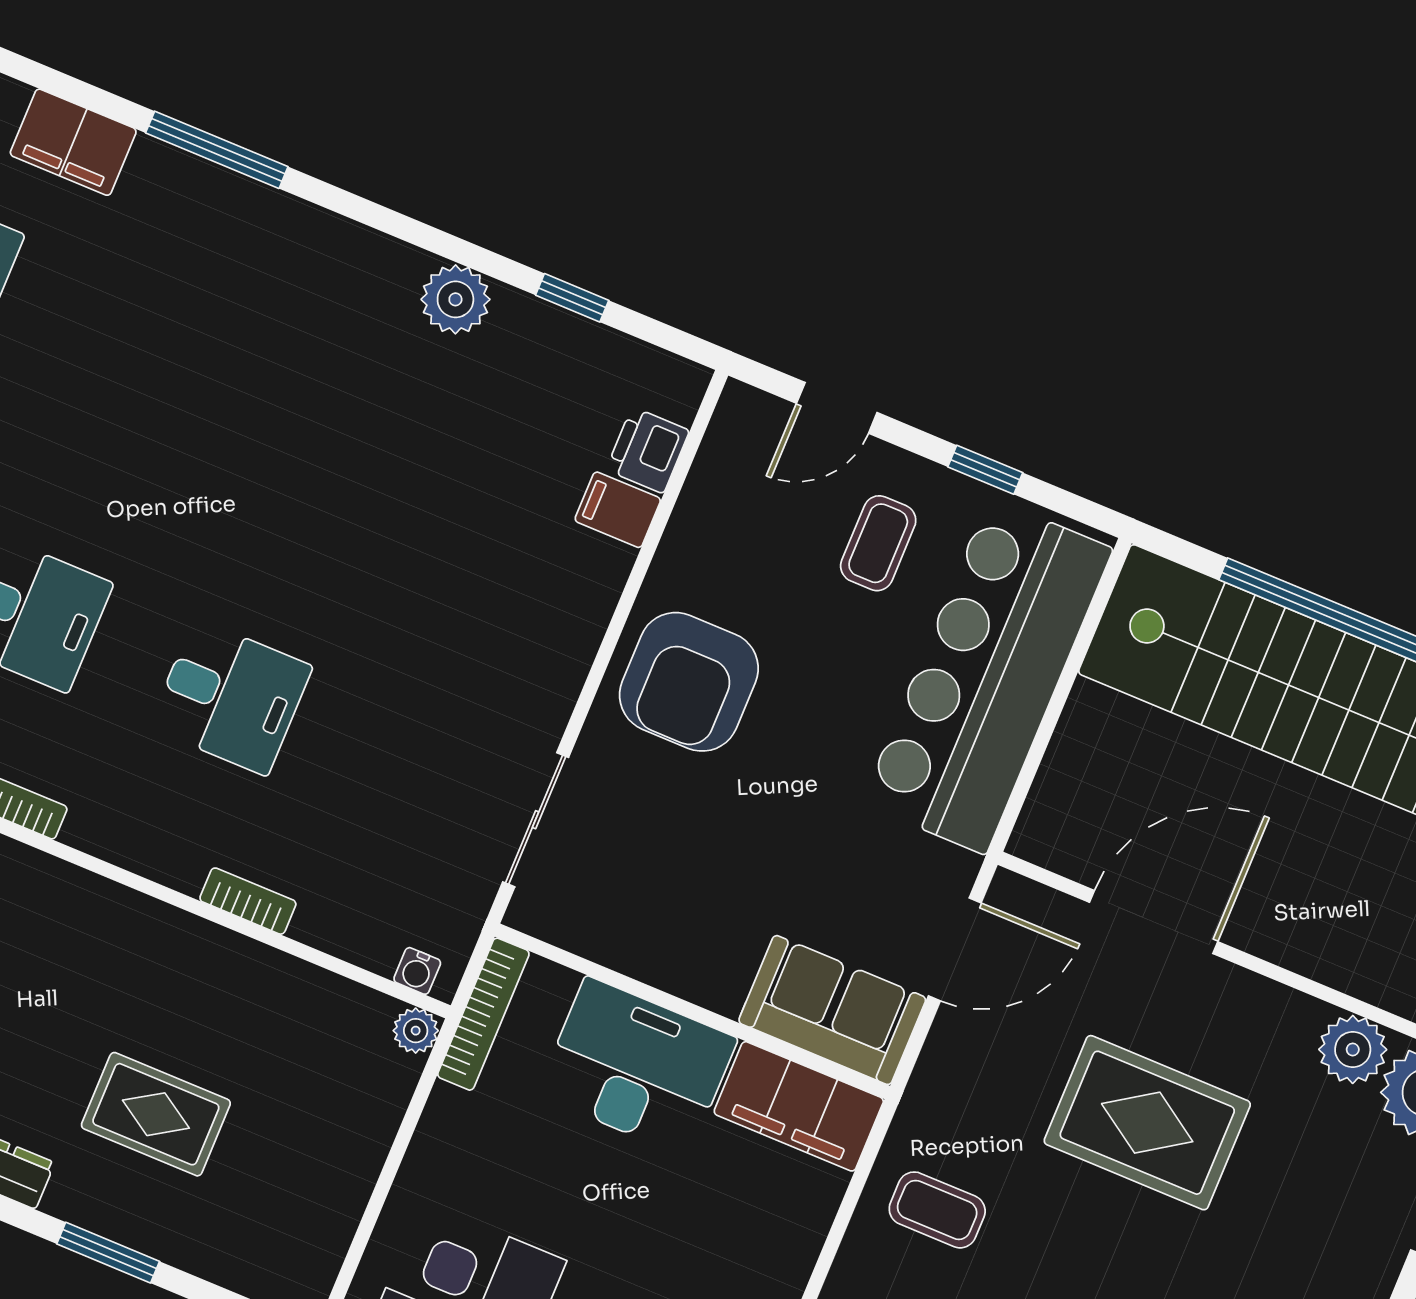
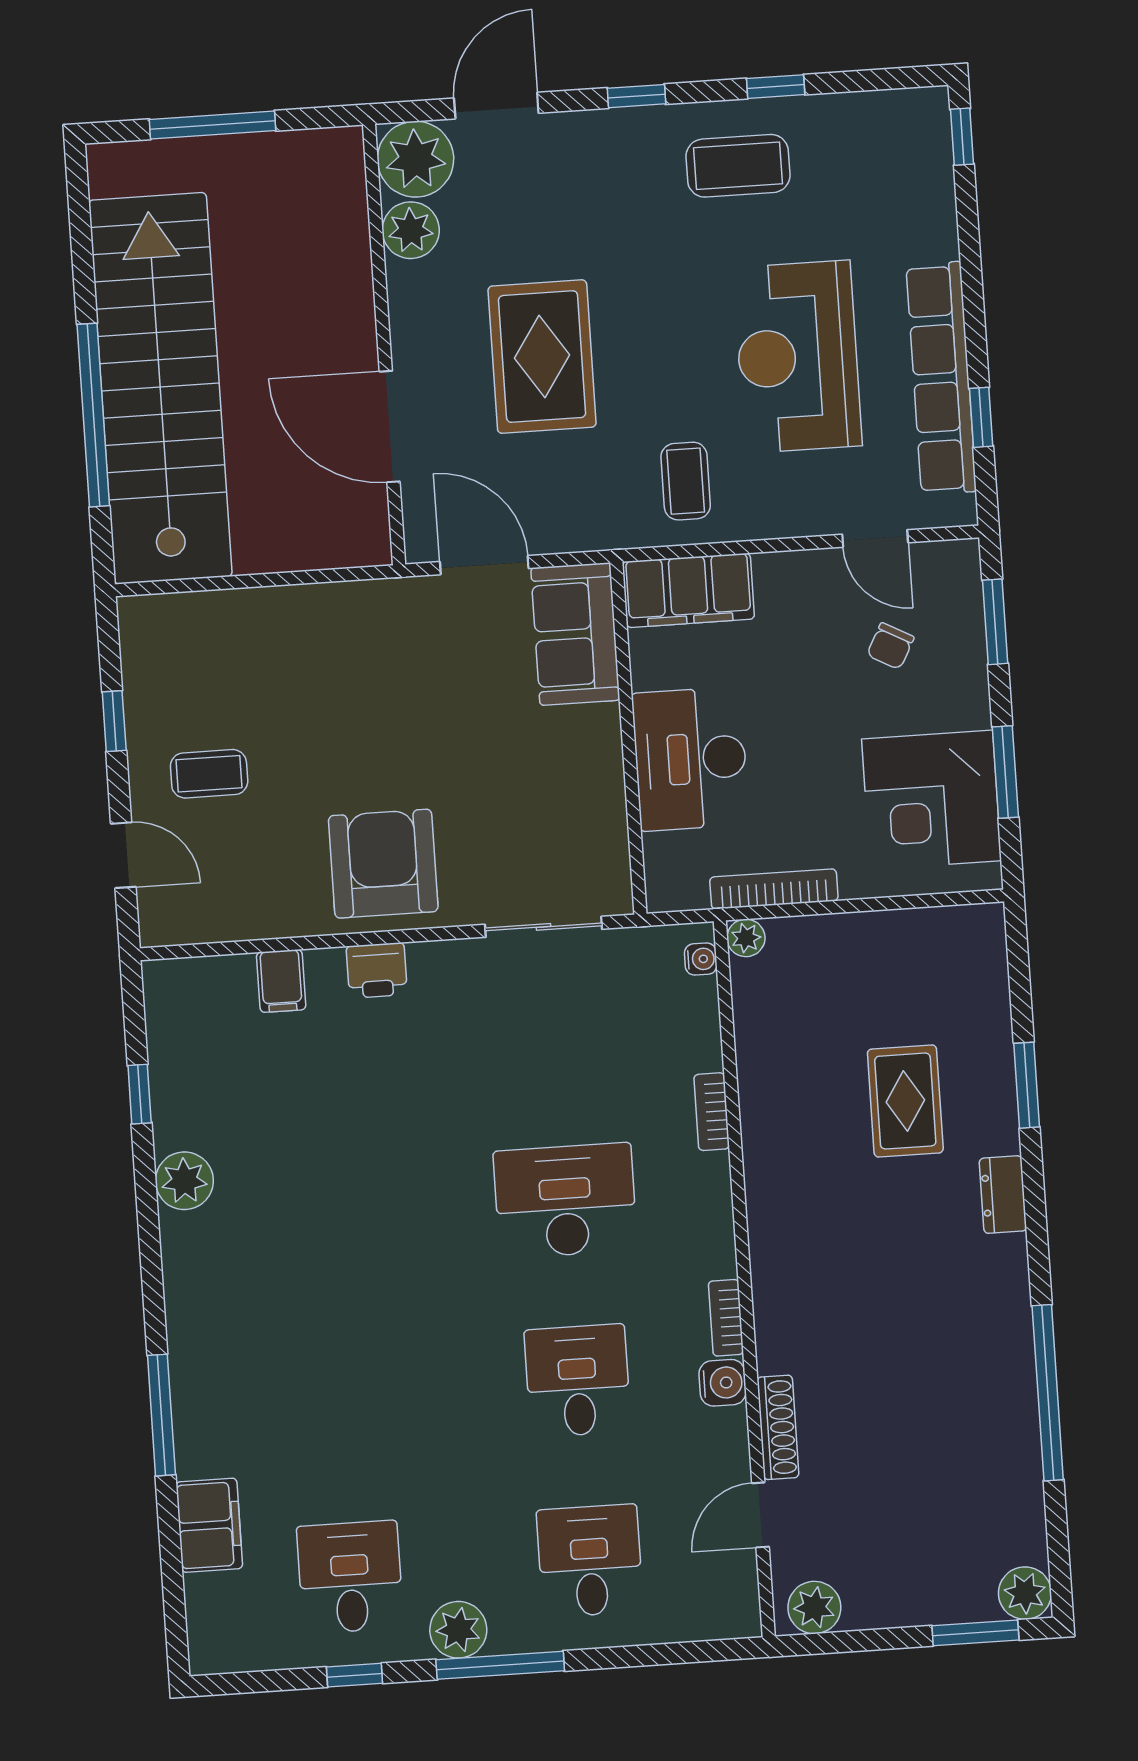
printer: (648, 450) -> (377, 970), moved
bar counter: (987, 676) -> (268, 643), removed
armchair: (689, 682) -> (383, 864), turned -90
desk: (231, 697) -> (565, 1201), width x1.37
bookcase: (483, 1014) -> (774, 889), moved
filing cabinet: (799, 1106) -> (688, 590), moved, turned 90

